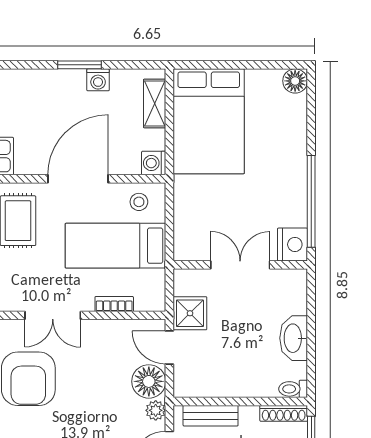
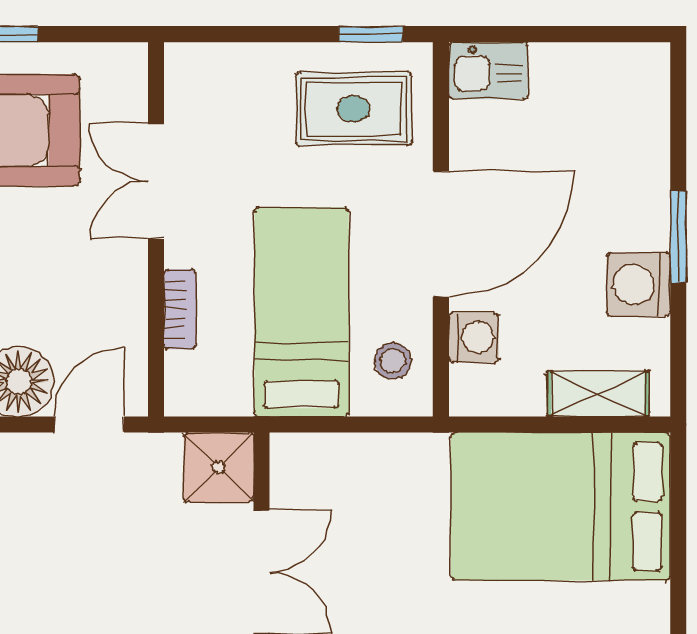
washing machine: (98, 80) -> (638, 284), width x1.38, depth x1.38
washing machine: (154, 163) -> (474, 337), moved, turned 90
door: (78, 179) -> (441, 234), hinge flipped
shower: (190, 313) -> (219, 467), moved

